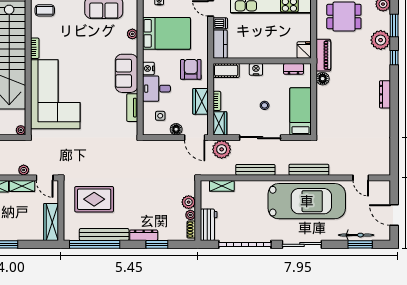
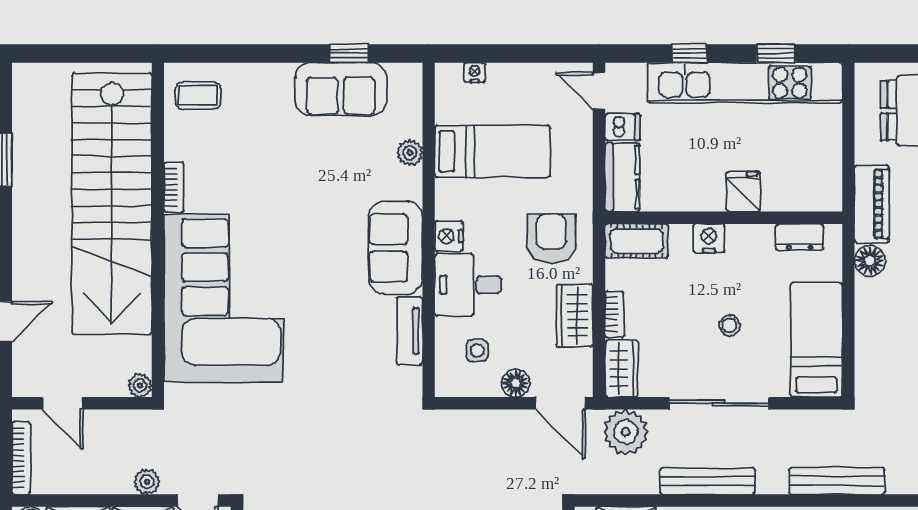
bed: (166, 33) -> (492, 151), width x0.67
fridge: (304, 50) -> (743, 191), moved

